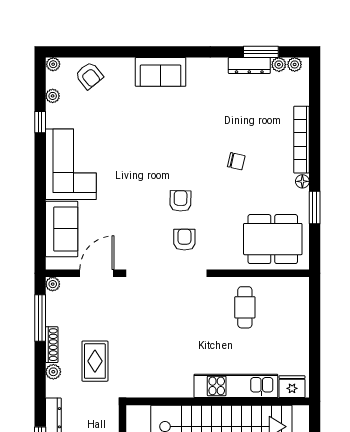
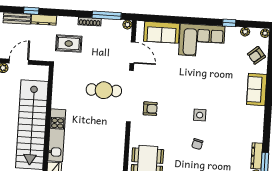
sofa: (161, 72) -> (257, 90), moved
side table: (190, 160) -> (200, 115), added
armchair: (180, 201) -> (175, 108), removed
cafe table: (245, 307) -> (104, 90), moved, width x1.37, depth x1.35
rug: (95, 361) -> (69, 44), moved
plant: (53, 372) -> (73, 22), removed

